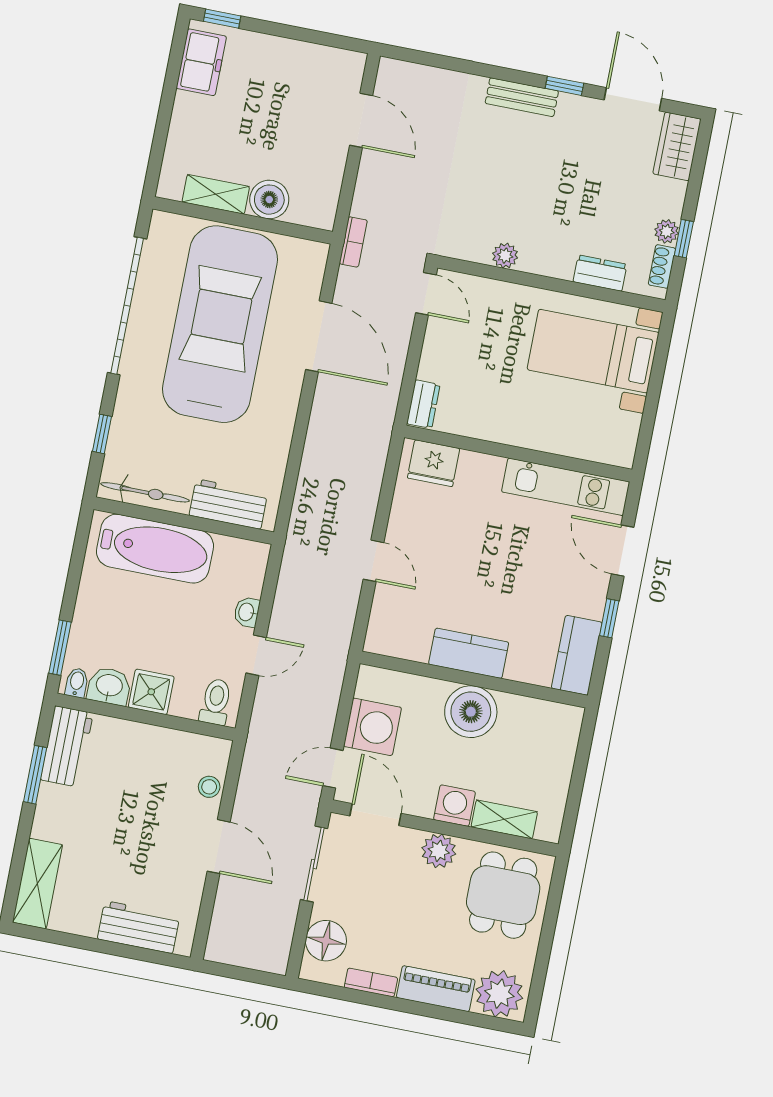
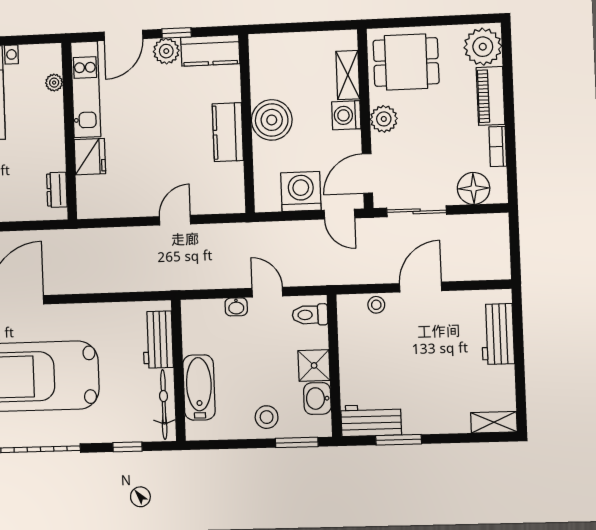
dresser: (423, 404) -> (57, 190), moved, turned -90
plant: (584, 449) -> (54, 83), added
fridge: (434, 463) -> (90, 157), moved
bathtub: (155, 549) -> (199, 387), width x0.73, depth x0.73
plant: (589, 600) -> (166, 51), added
stool: (100, 618) -> (267, 417), added
bidet: (77, 683) -> (320, 424), removed
shelving: (37, 884) -> (494, 422), width x0.67, depth x0.75

